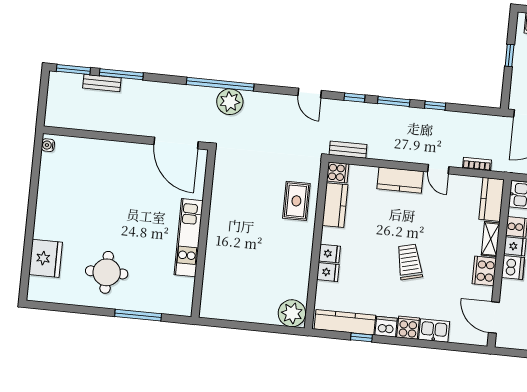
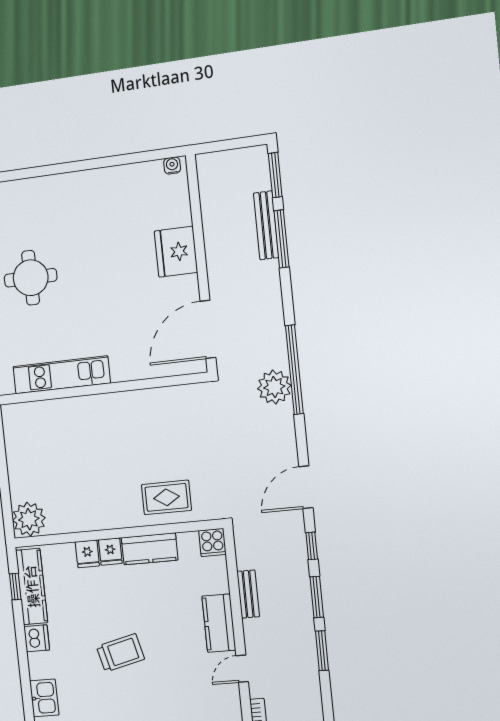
bench: (102, 83) -> (266, 225), width x1.36
door: (310, 93) -> (306, 487), width x1.38
window: (435, 106) -> (322, 651), width x1.50
bench: (348, 150) -> (248, 594), moved
kitchen counter: (335, 205) -> (150, 549), moved
kitchen unit: (189, 238) -> (62, 375), moved
fridge: (46, 258) -> (176, 252), moved, turned 90
cooker: (408, 328) -> (41, 665), removed
window: (361, 337) -> (15, 587), moved

